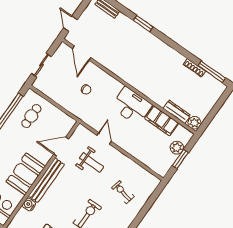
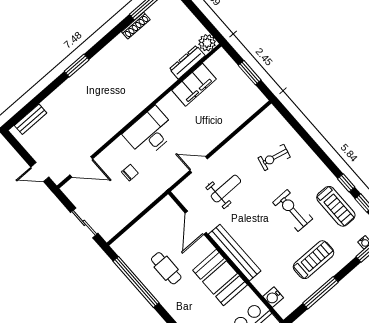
window: (143, 24) -> (77, 66), moved
desk: (131, 106) -> (150, 133), moved
cafe table: (31, 116) -> (166, 268), moved
plant: (177, 148) -> (234, 73), removed
water cooler: (29, 205) -> (273, 297), moved

